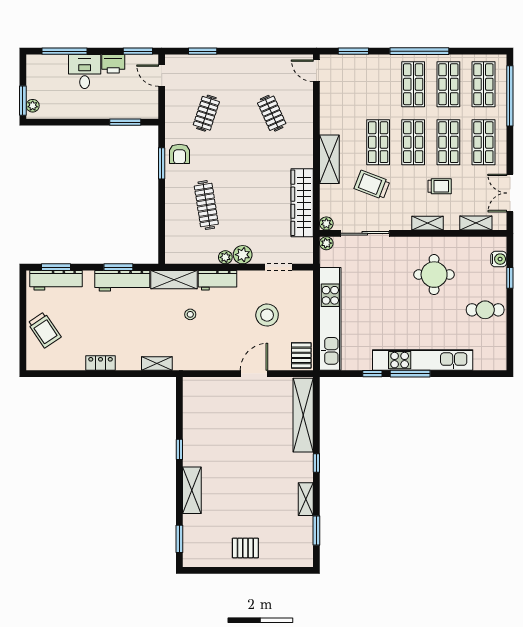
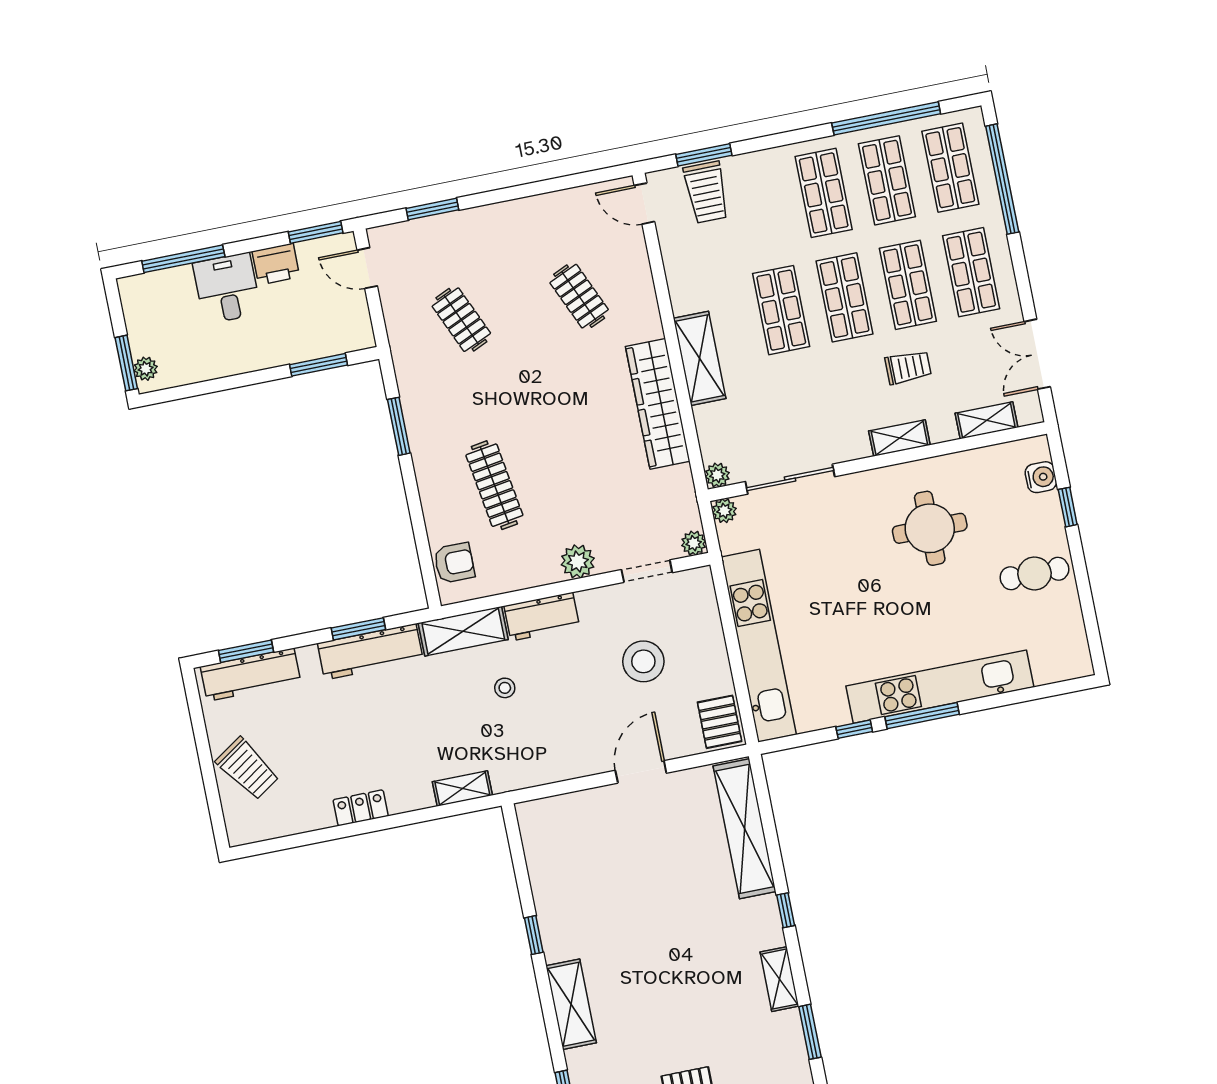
window: (419, 51) -> (886, 118), moved
clothes rail: (206, 113) -> (461, 320), turned -42
armchair: (180, 154) -> (454, 563), moved, turned -90
trolley: (372, 185) -> (706, 192), moved, turned -111
wardrobe: (302, 203) -> (658, 404), moved
plant: (225, 257) -> (694, 543), moved

